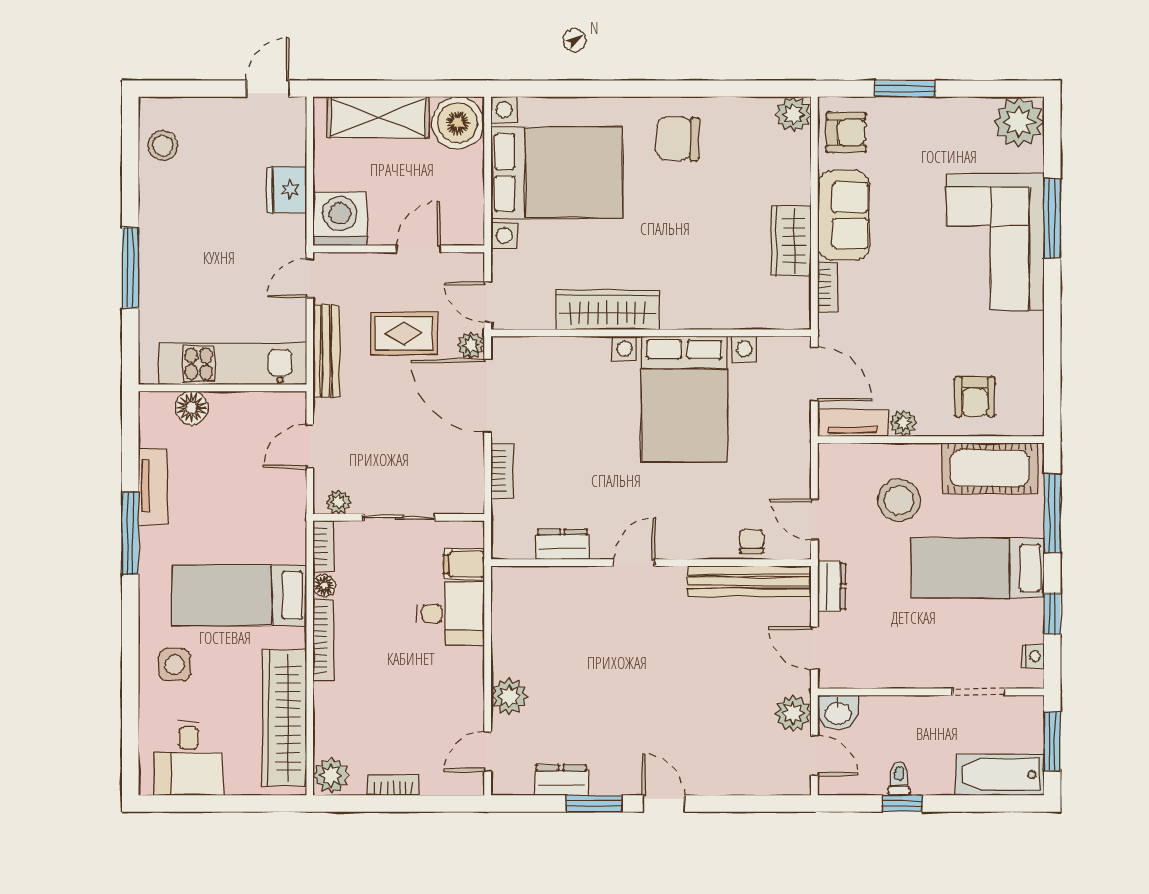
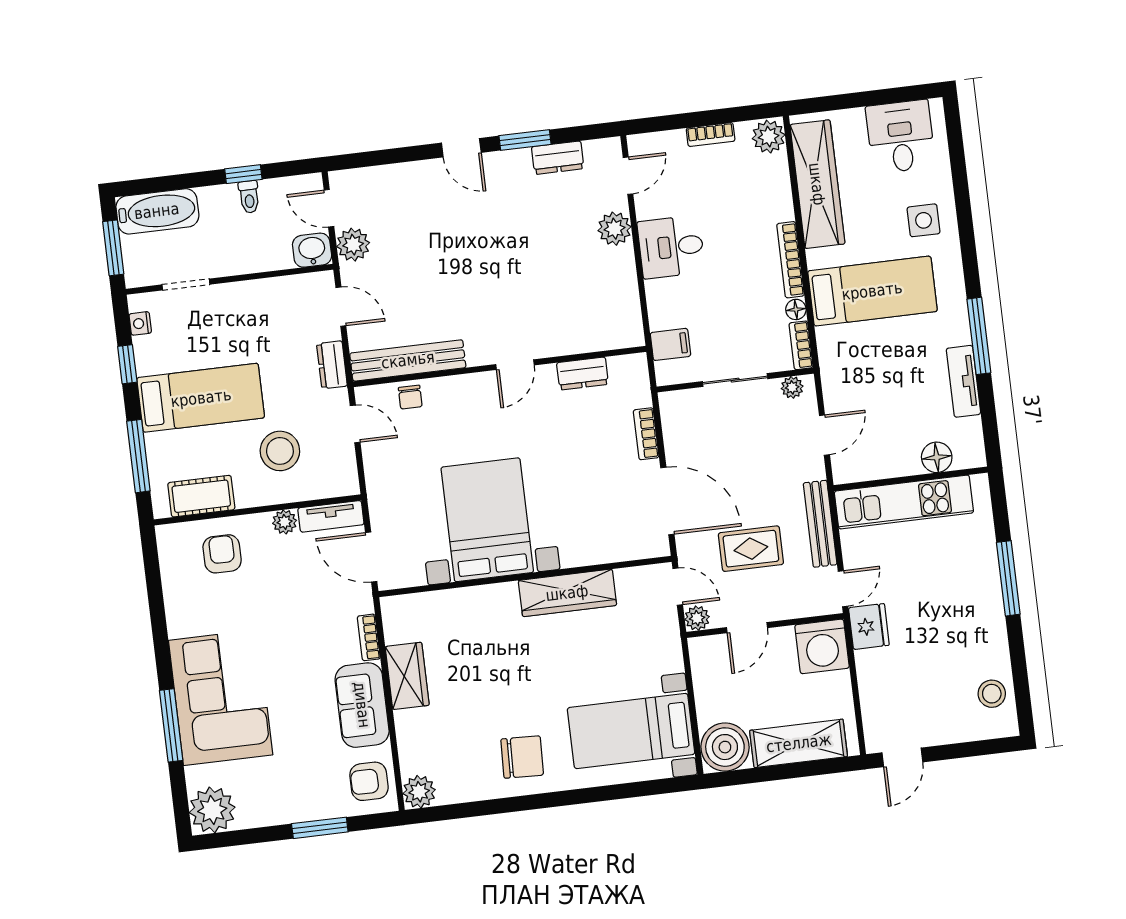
bed with nightstands: (557, 173) -> (631, 731), width x0.73
fridge: (287, 190) -> (869, 626), moved
plant: (471, 345) -> (697, 618), moved
cot: (990, 468) -> (201, 496), width x0.73, depth x0.75
desk: (450, 614) -> (671, 247), moved

